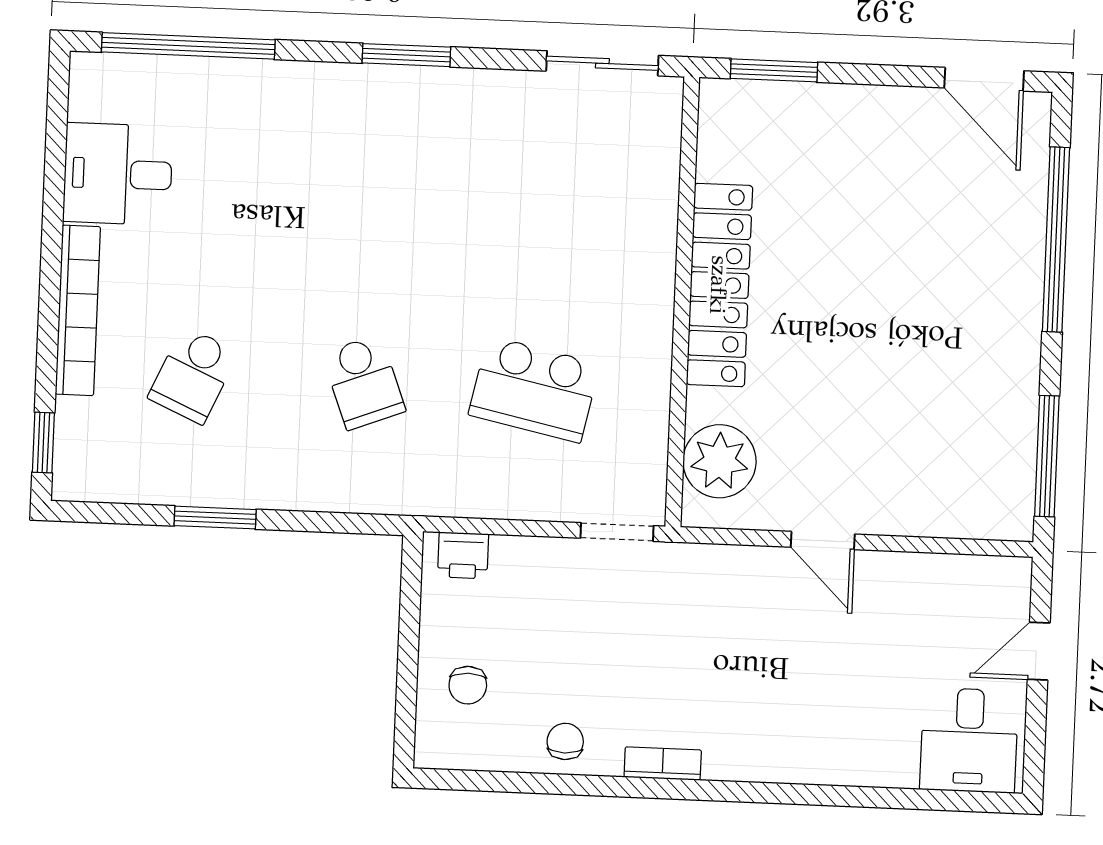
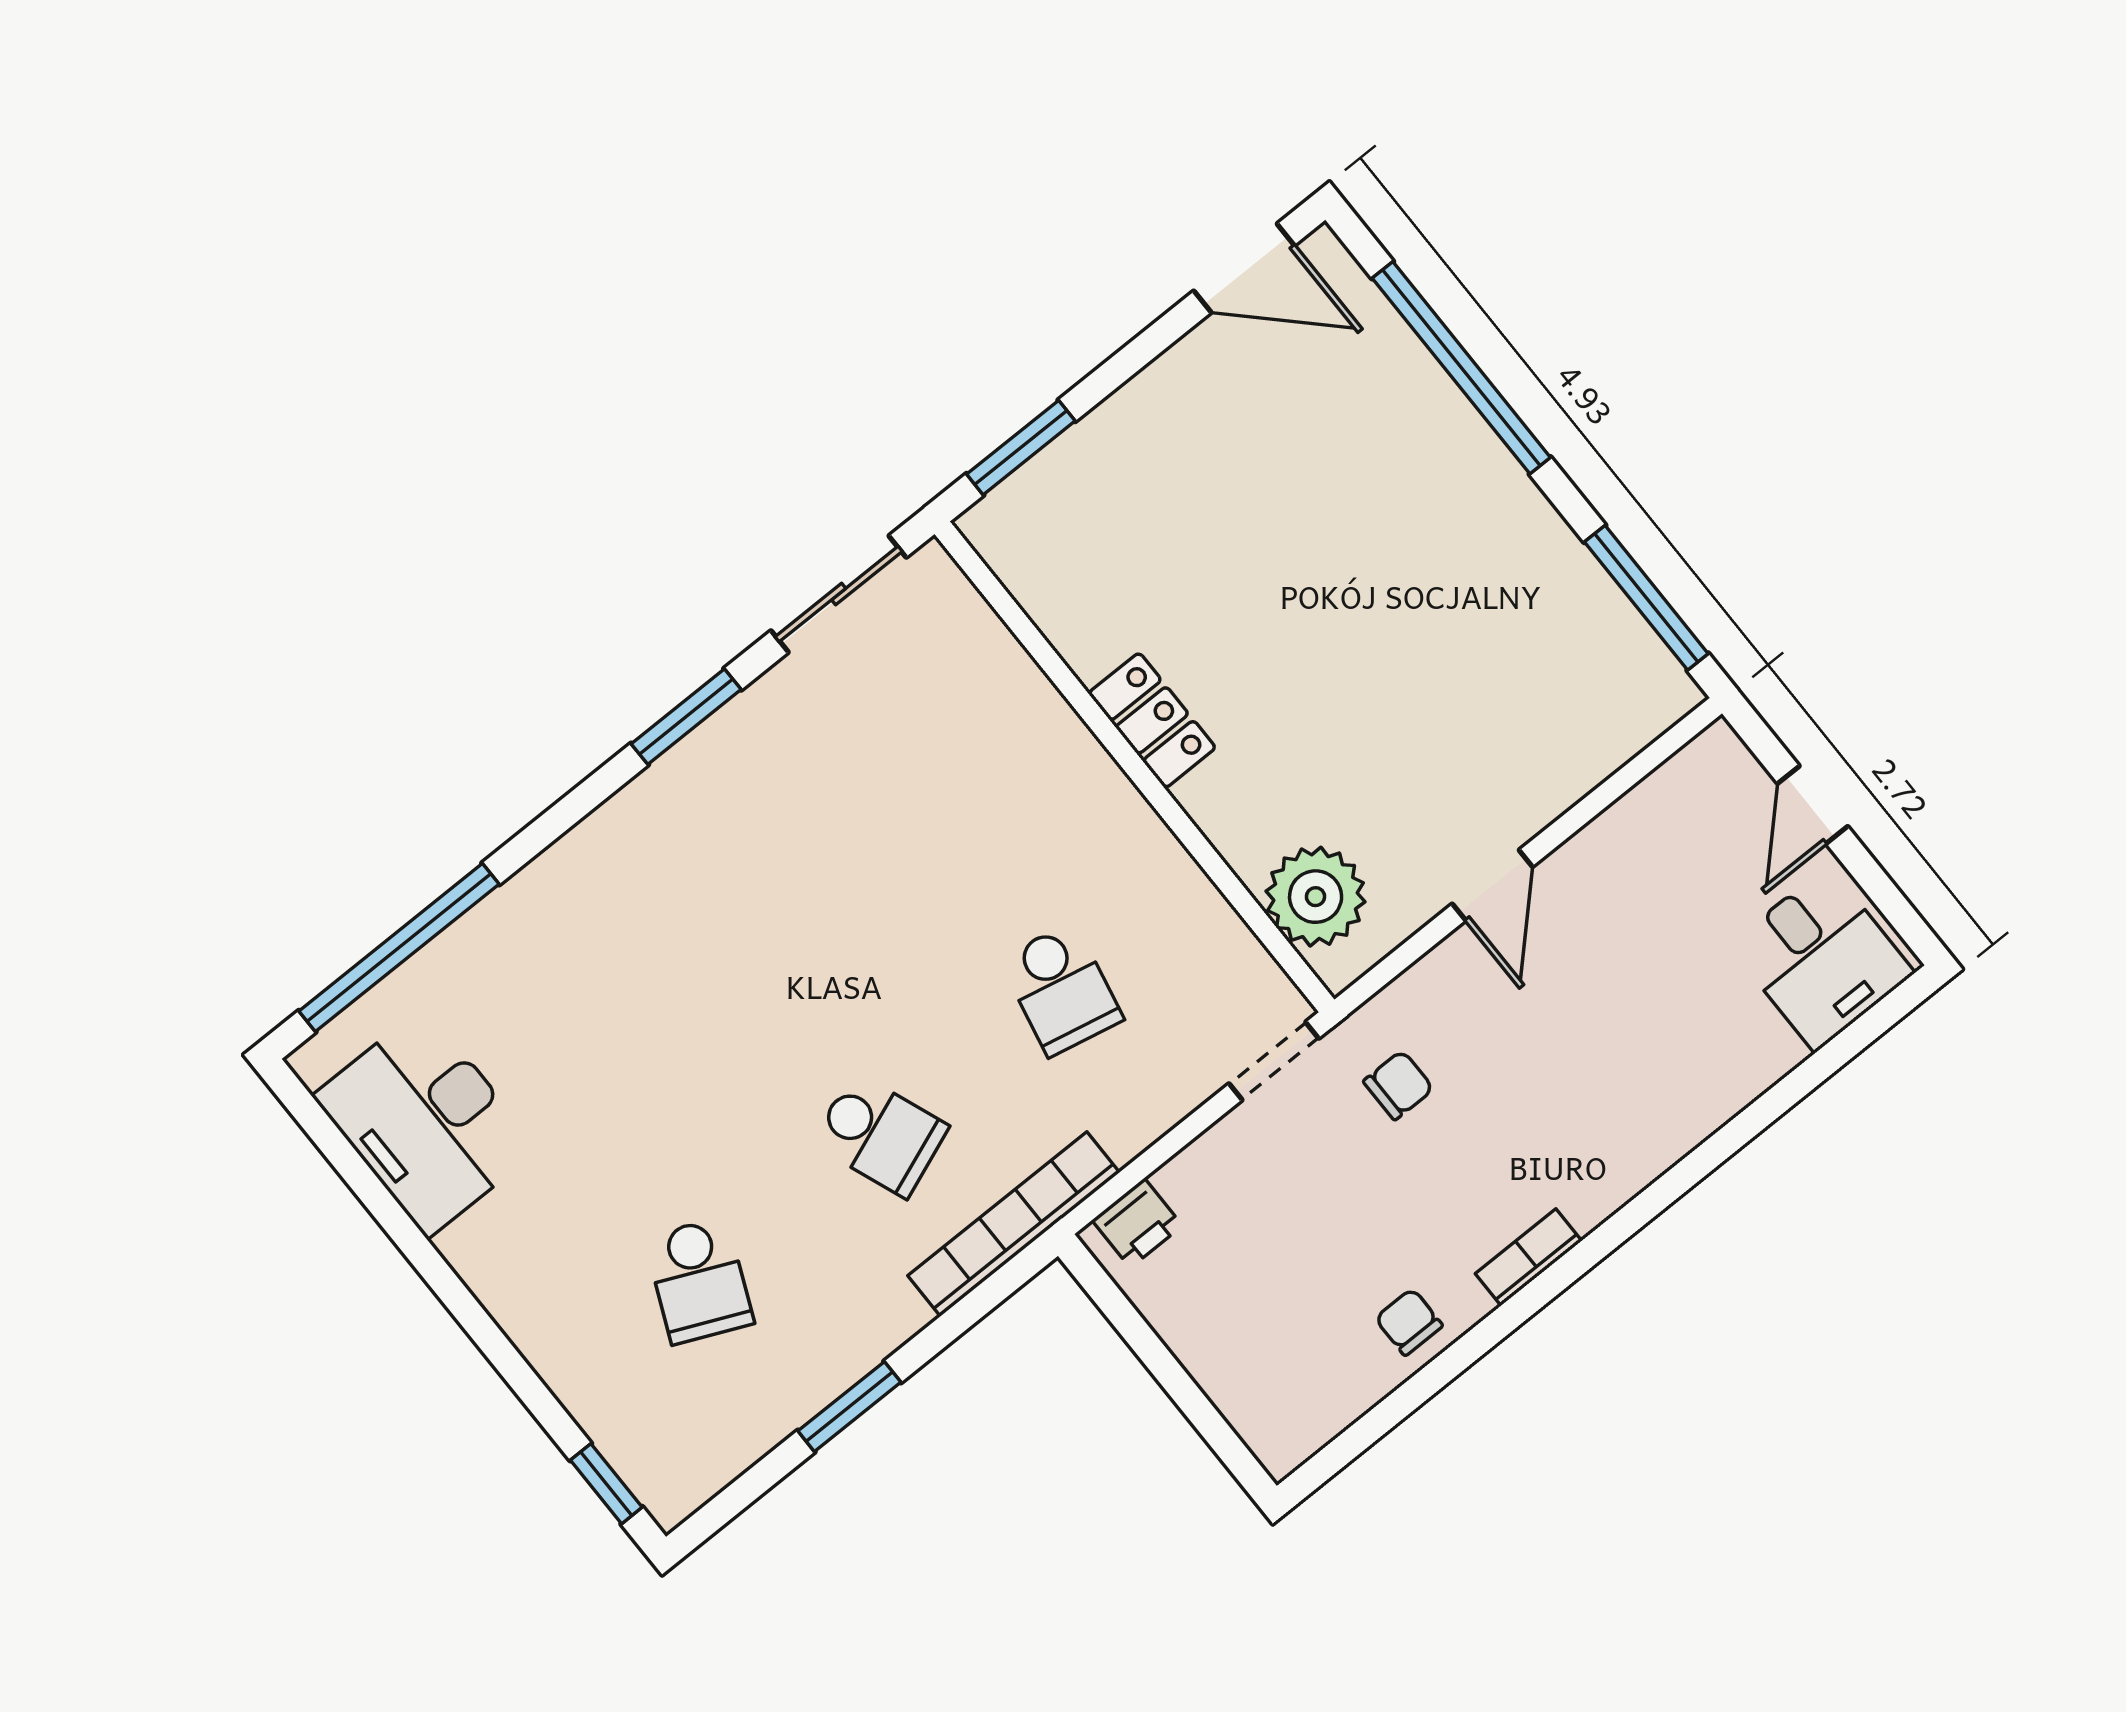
window: (406, 55) -> (686, 717), moved
desk: (118, 174) -> (426, 1122), width x1.37
locker: (719, 285) -> (1152, 720), width x0.46, depth x0.83
bookcase: (78, 310) -> (1014, 1224), moved, turned -90
school desk: (534, 389) -> (1061, 989), width x0.54
door: (823, 541) -> (1492, 885), hinge flipped
chair: (468, 685) -> (1398, 1085), moved, turned -90

